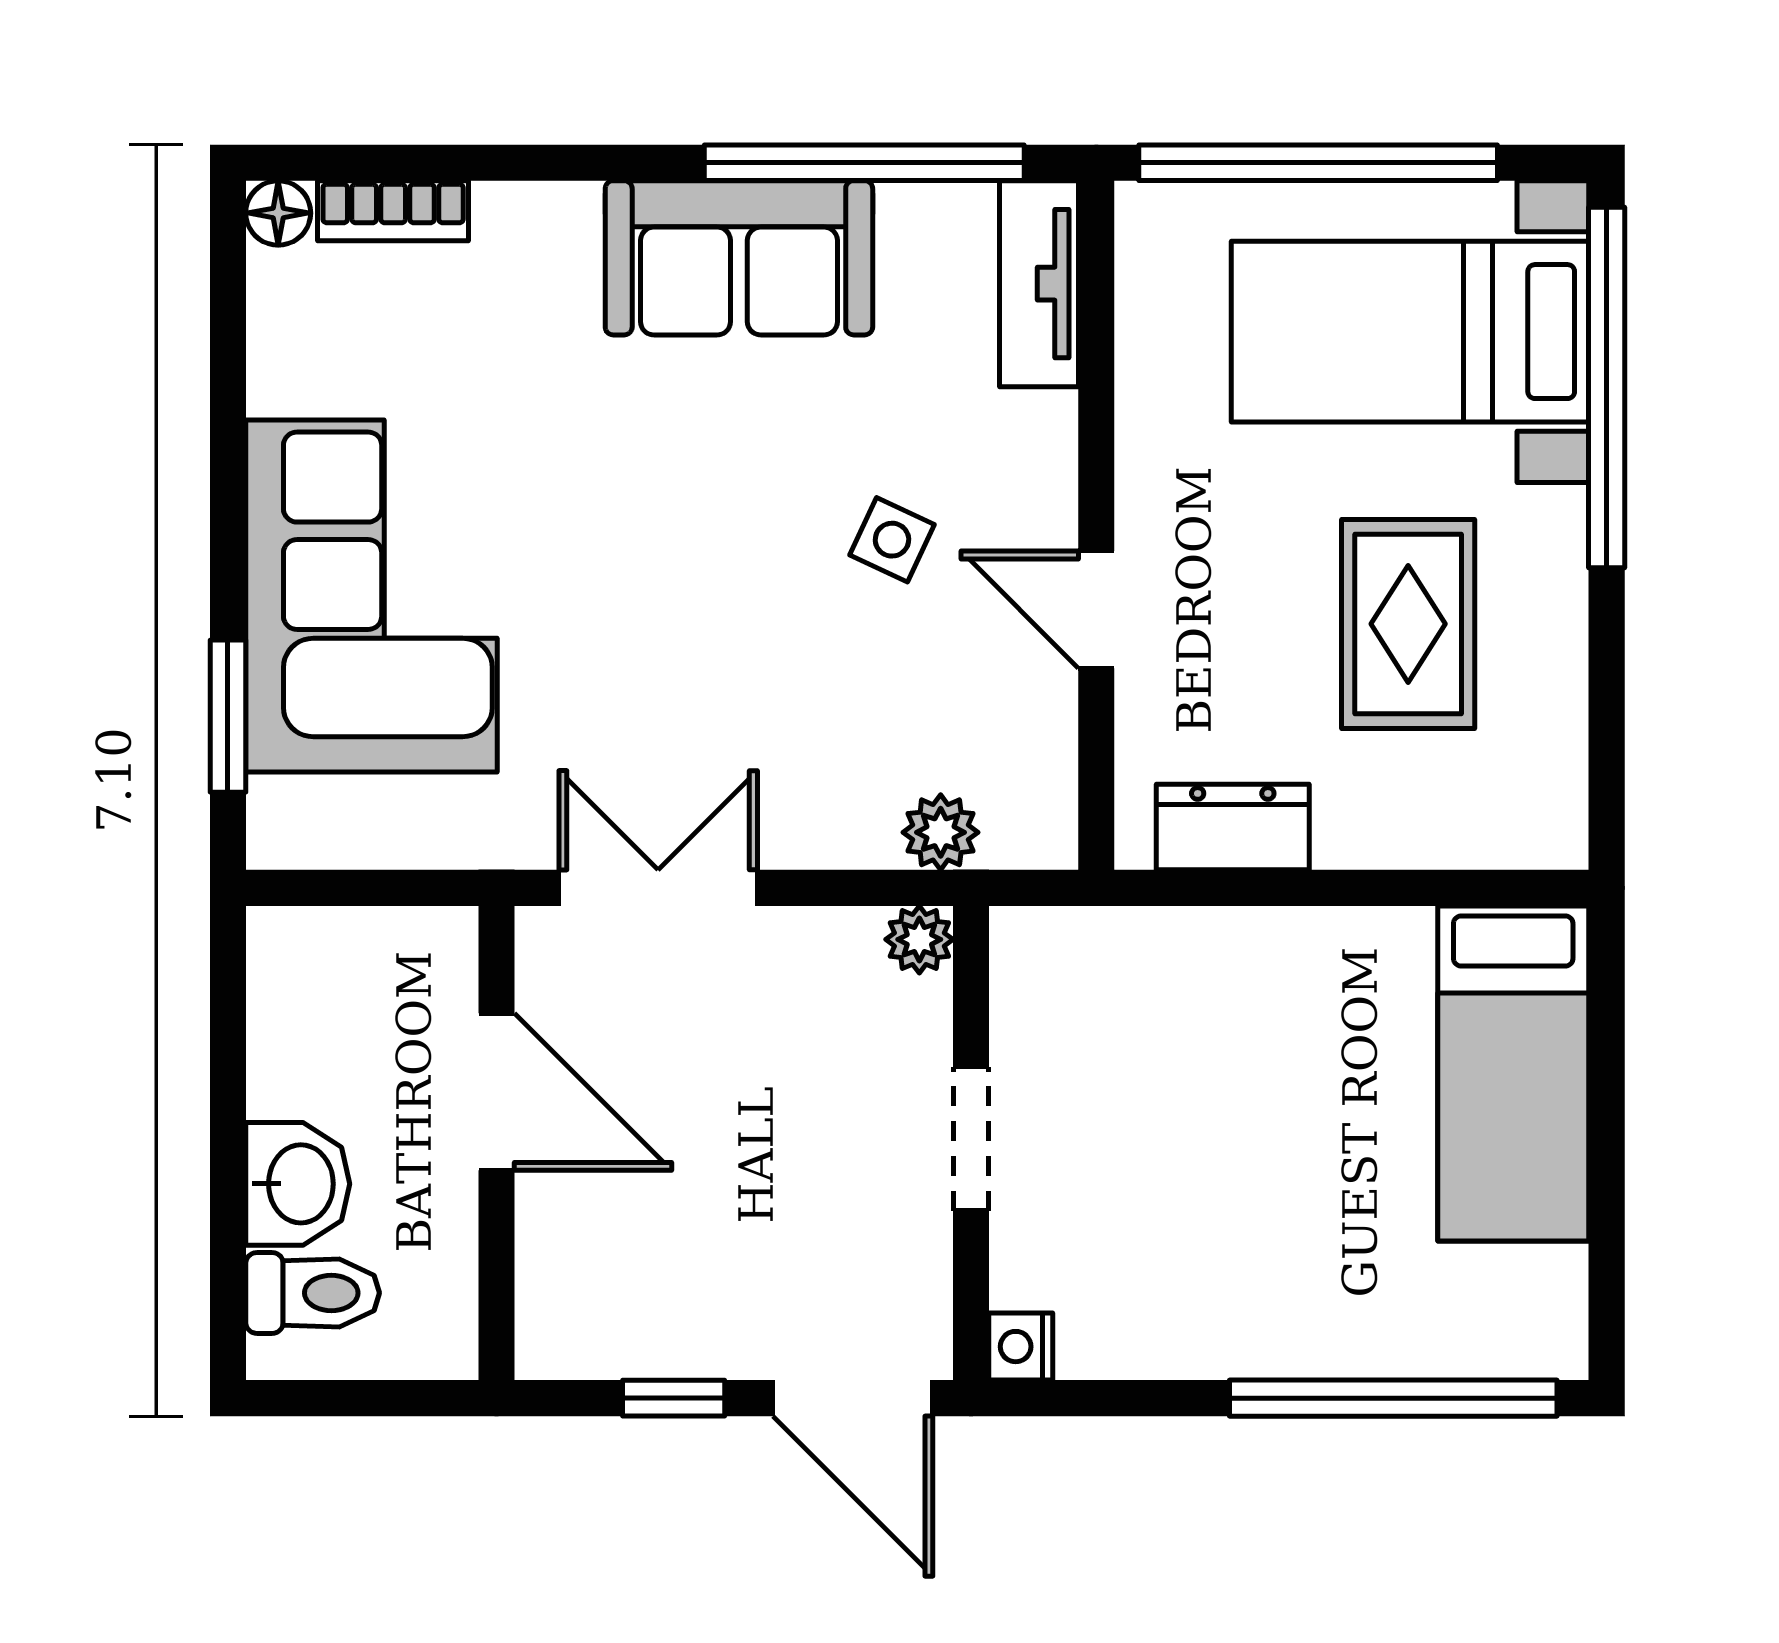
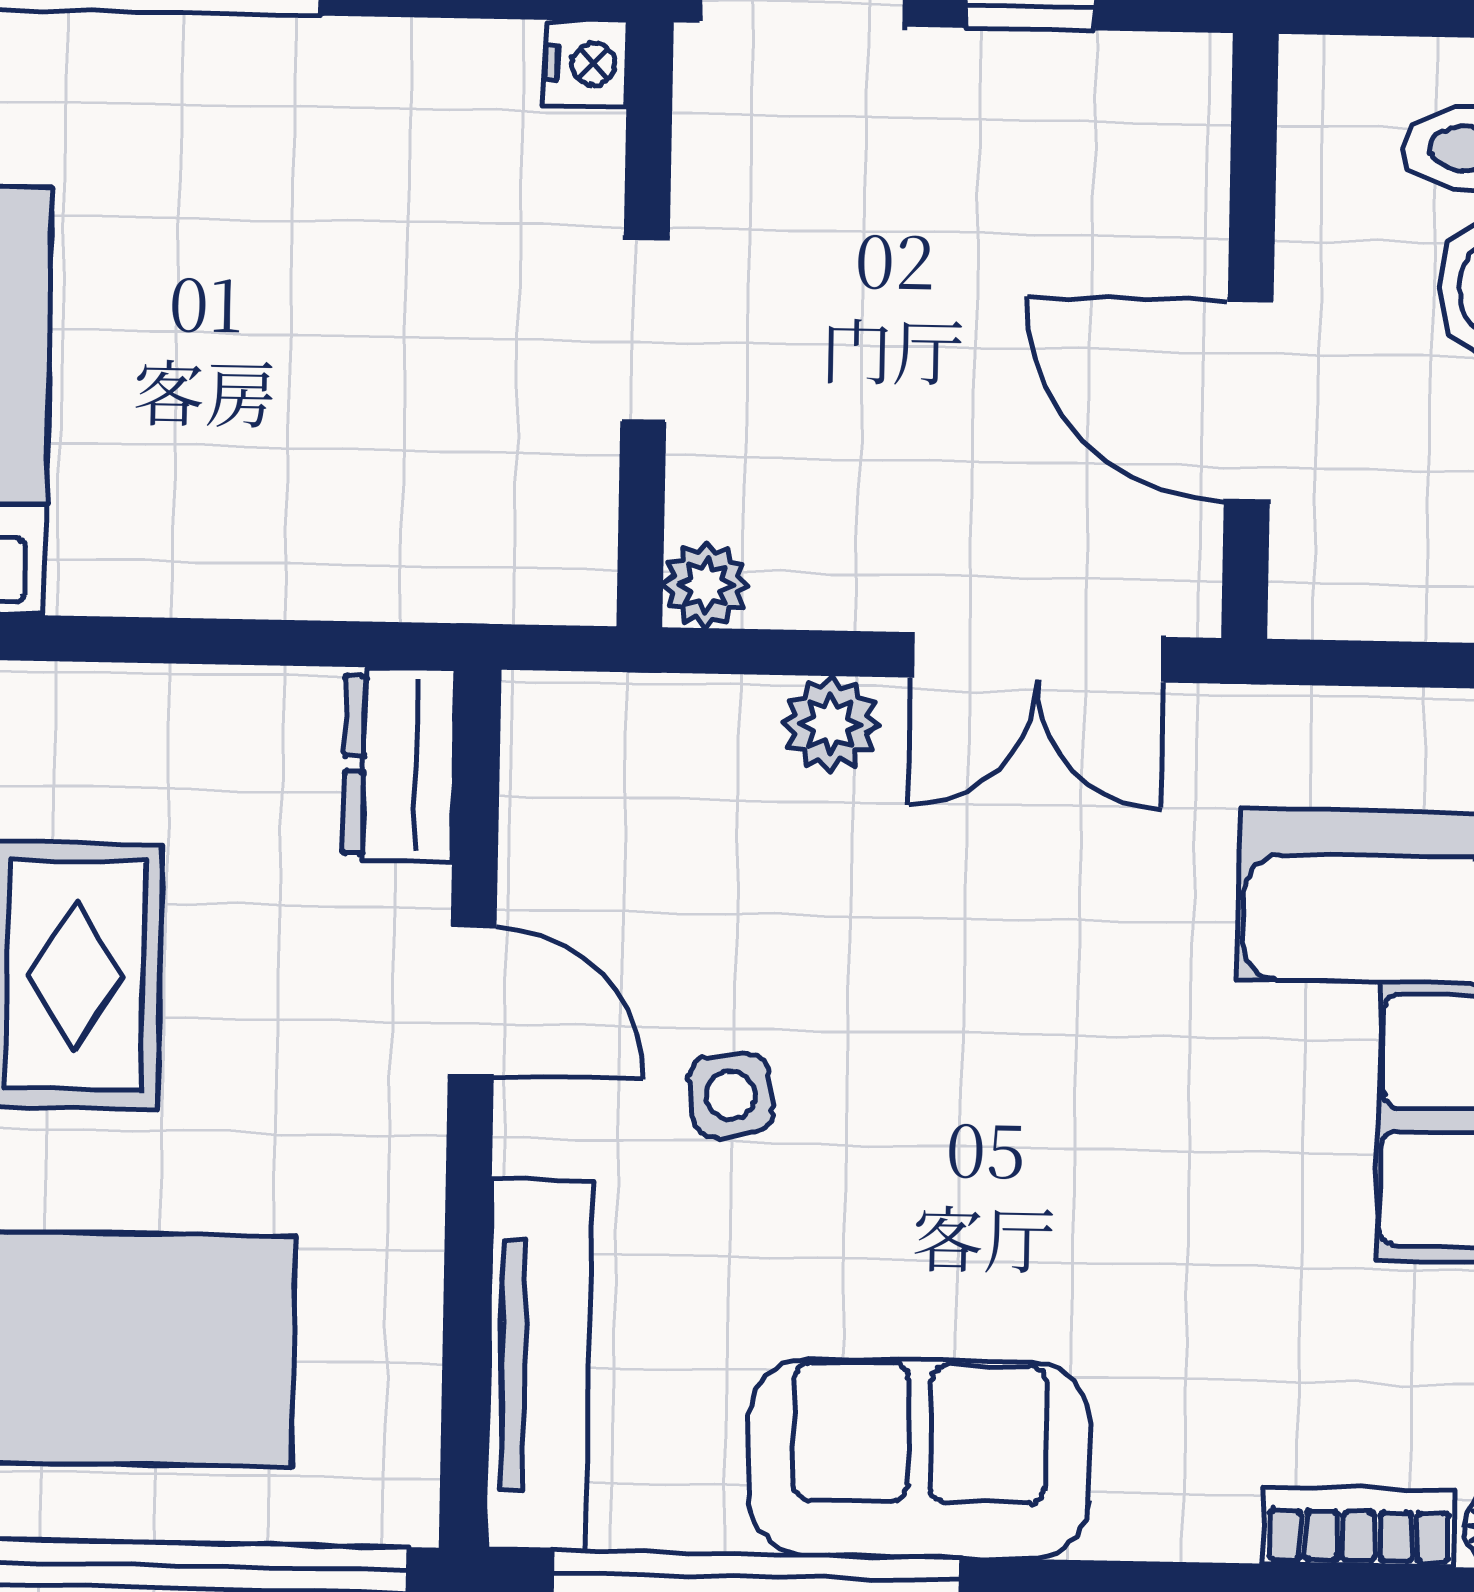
tv unit: (1039, 284) -> (538, 1364), width x1.41
side table: (892, 540) -> (731, 1095), turned -32
dresser: (1233, 827) -> (399, 765), moved, turned 90
plant: (941, 832) -> (831, 724), moved

